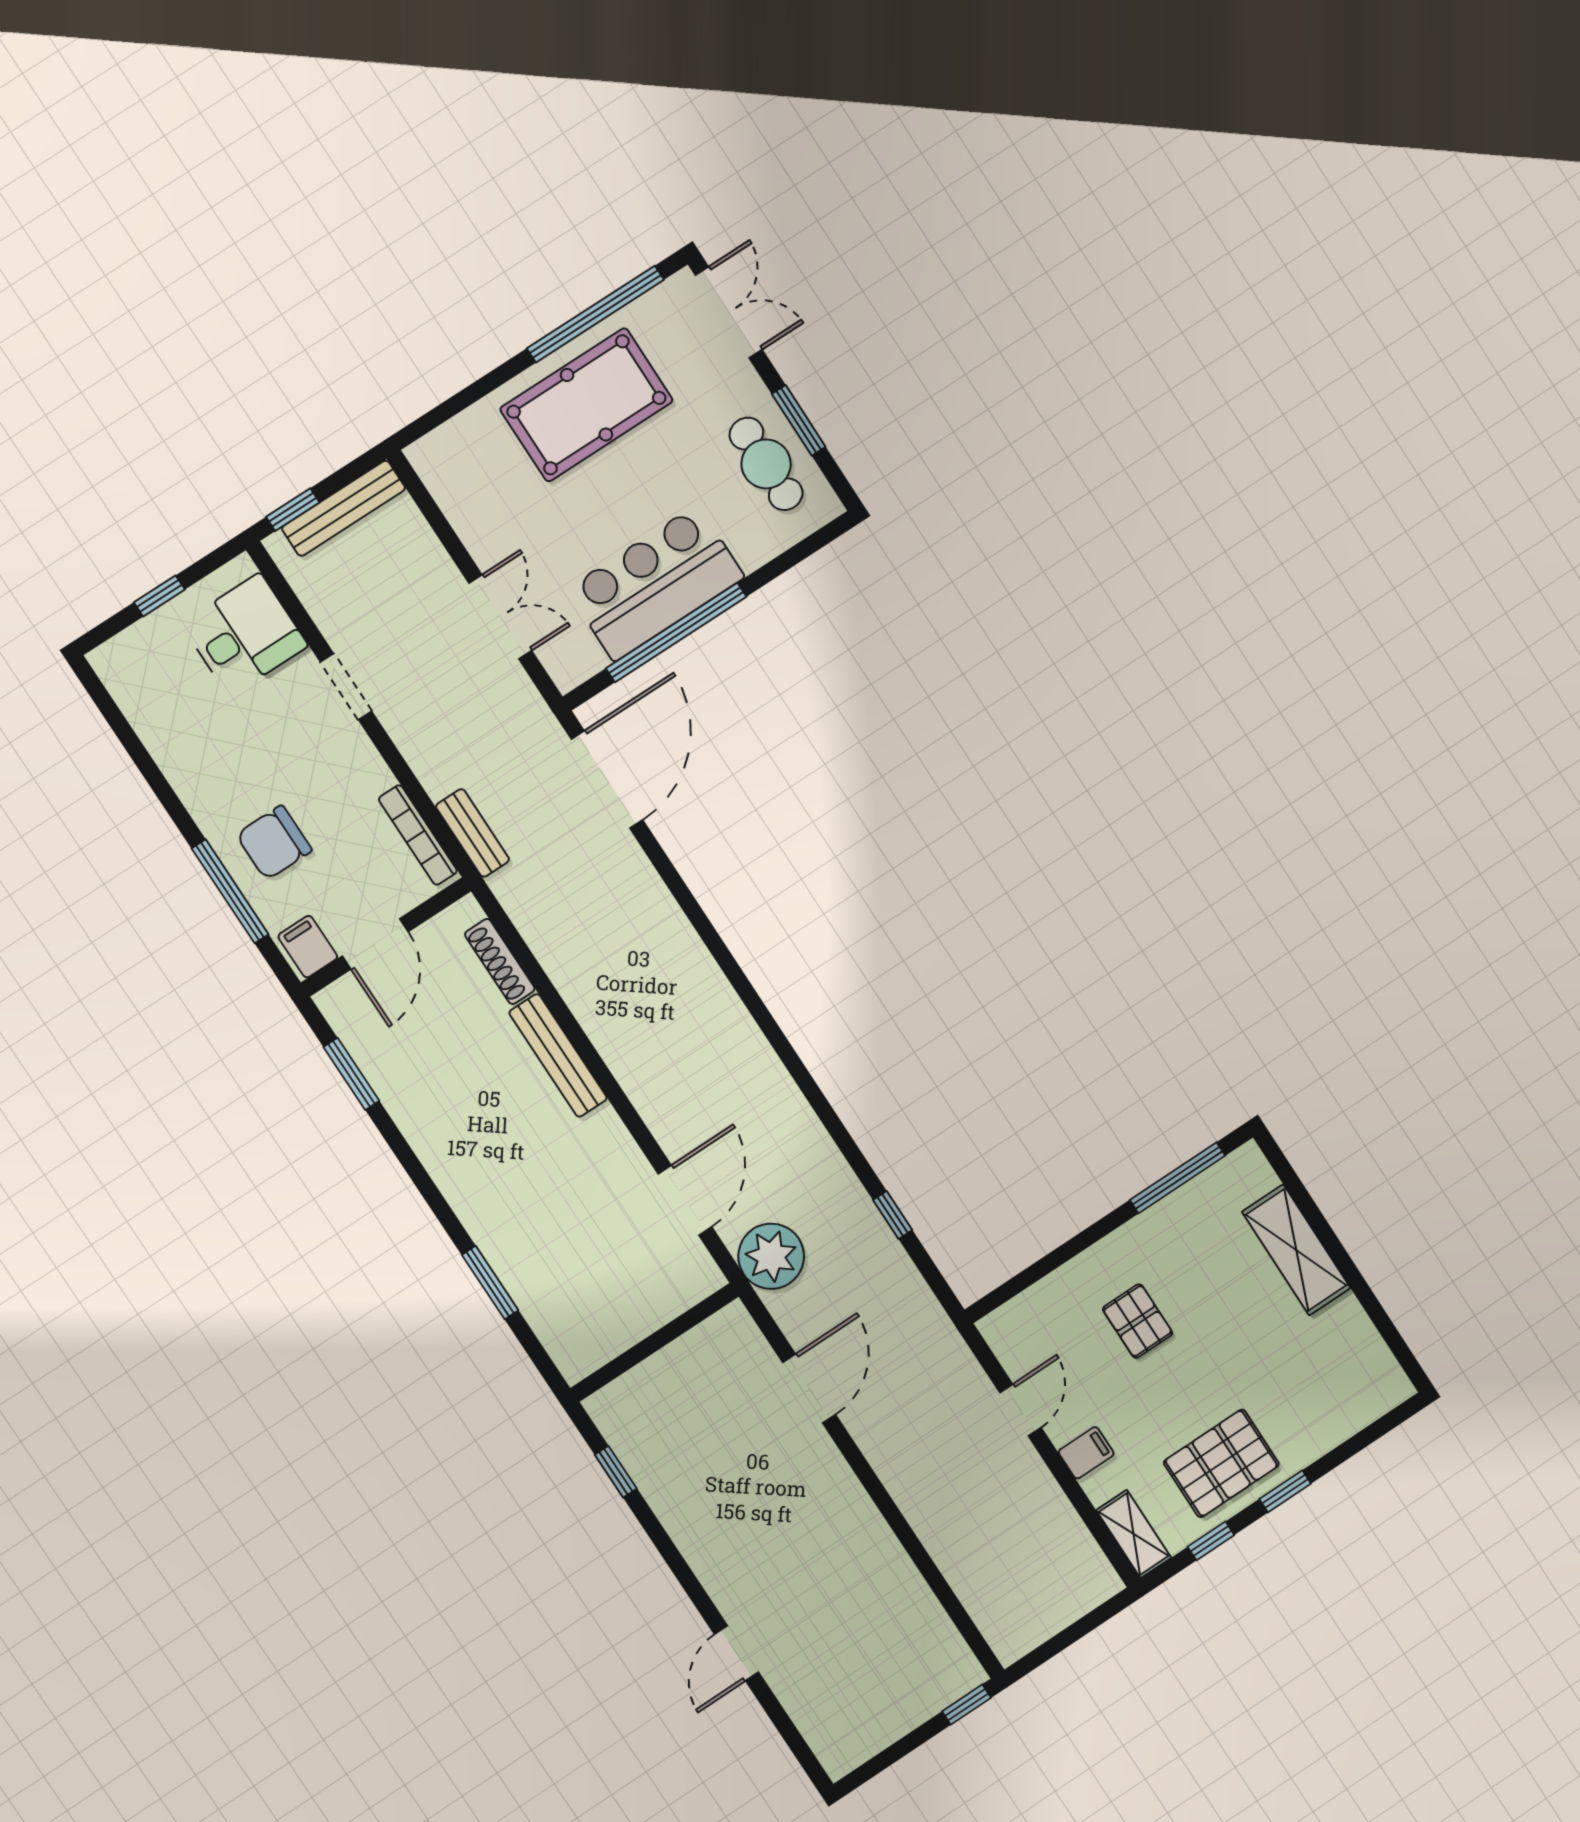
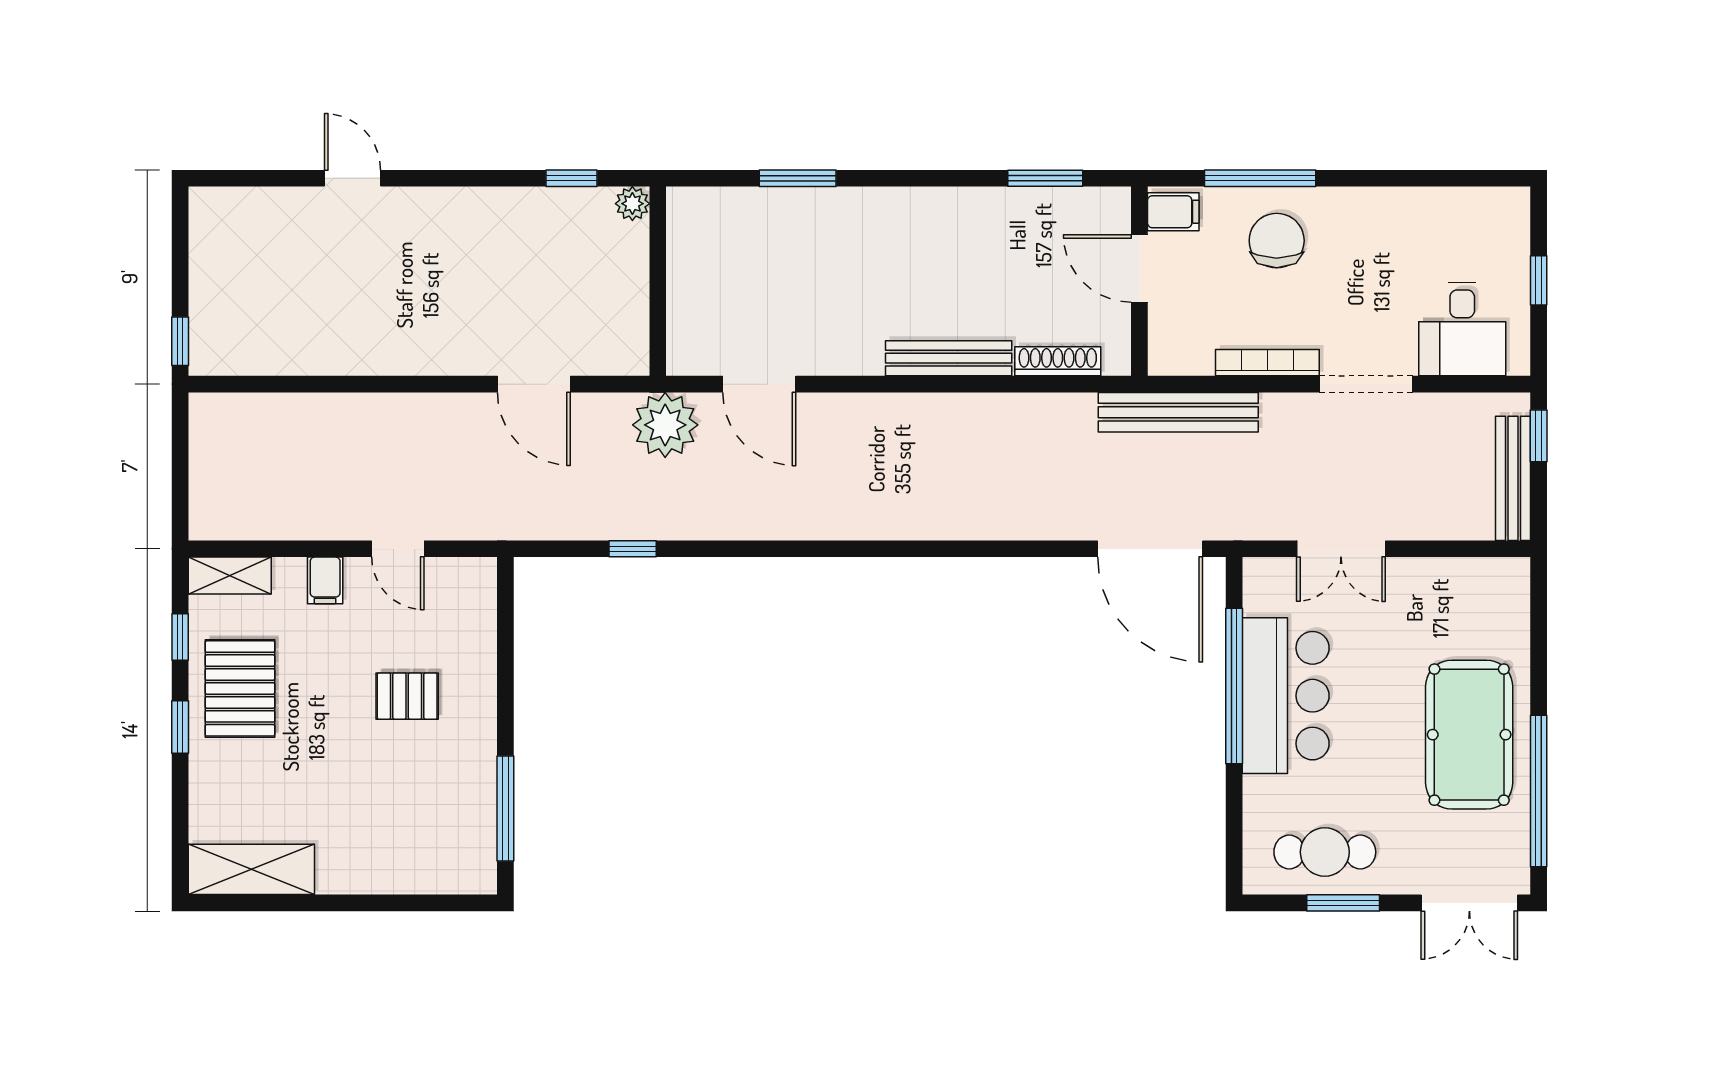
doorway: (346, 687) -> (1366, 384), width x1.38
bench: (473, 833) -> (1178, 412), width x1.86, depth x1.21
bookcase: (418, 835) -> (1267, 363), moved
shelving: (1296, 1250) -> (251, 869), moved
plant: (603, 1407) -> (632, 204), added

